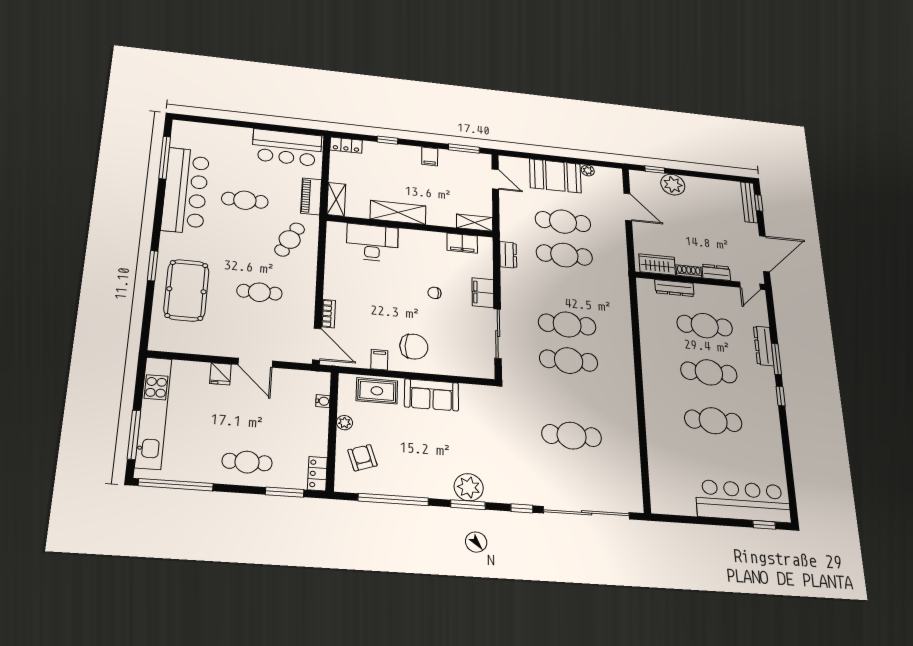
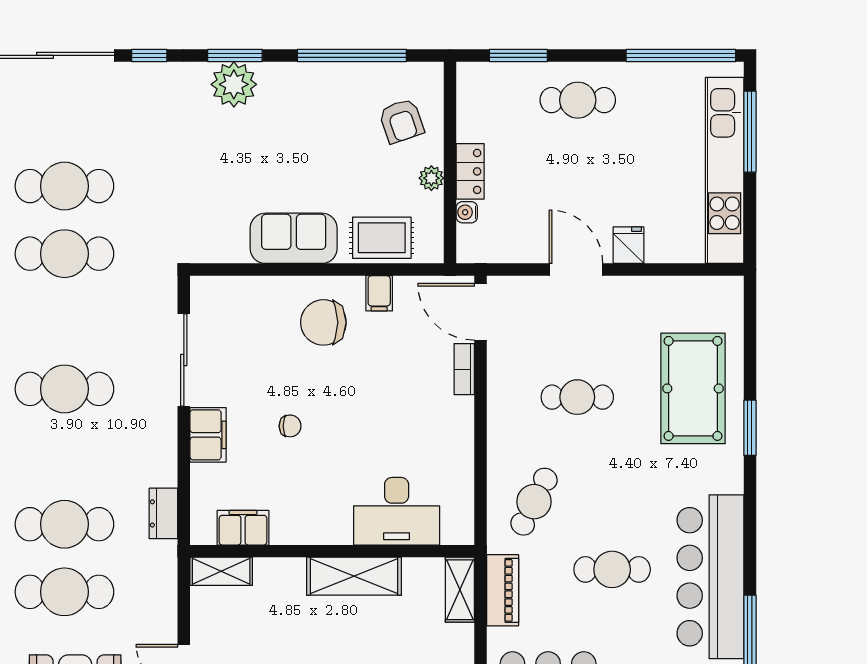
cafe table: (569, 361) -> (64, 254), moved
locker: (317, 474) -> (470, 171), moved

